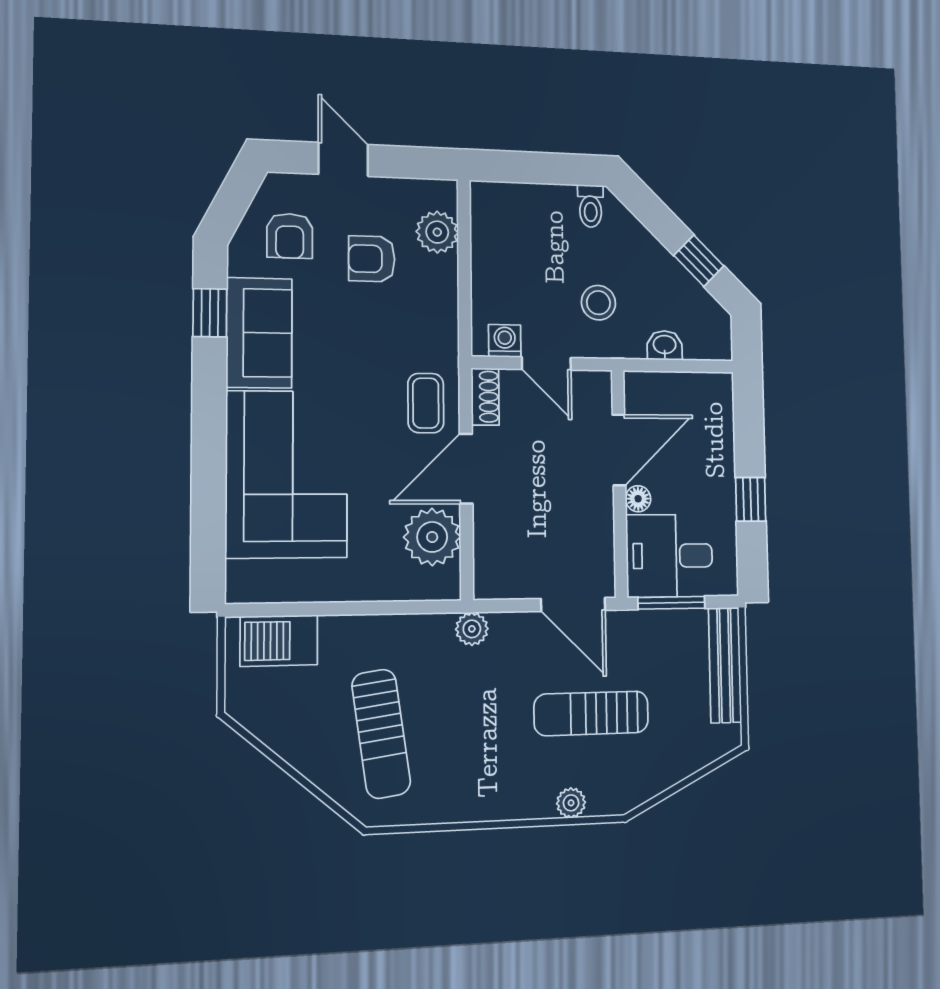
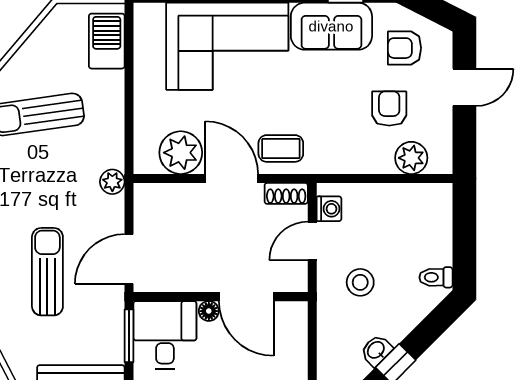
washbasin: (665, 345) -> (376, 350), moved, turned -135

